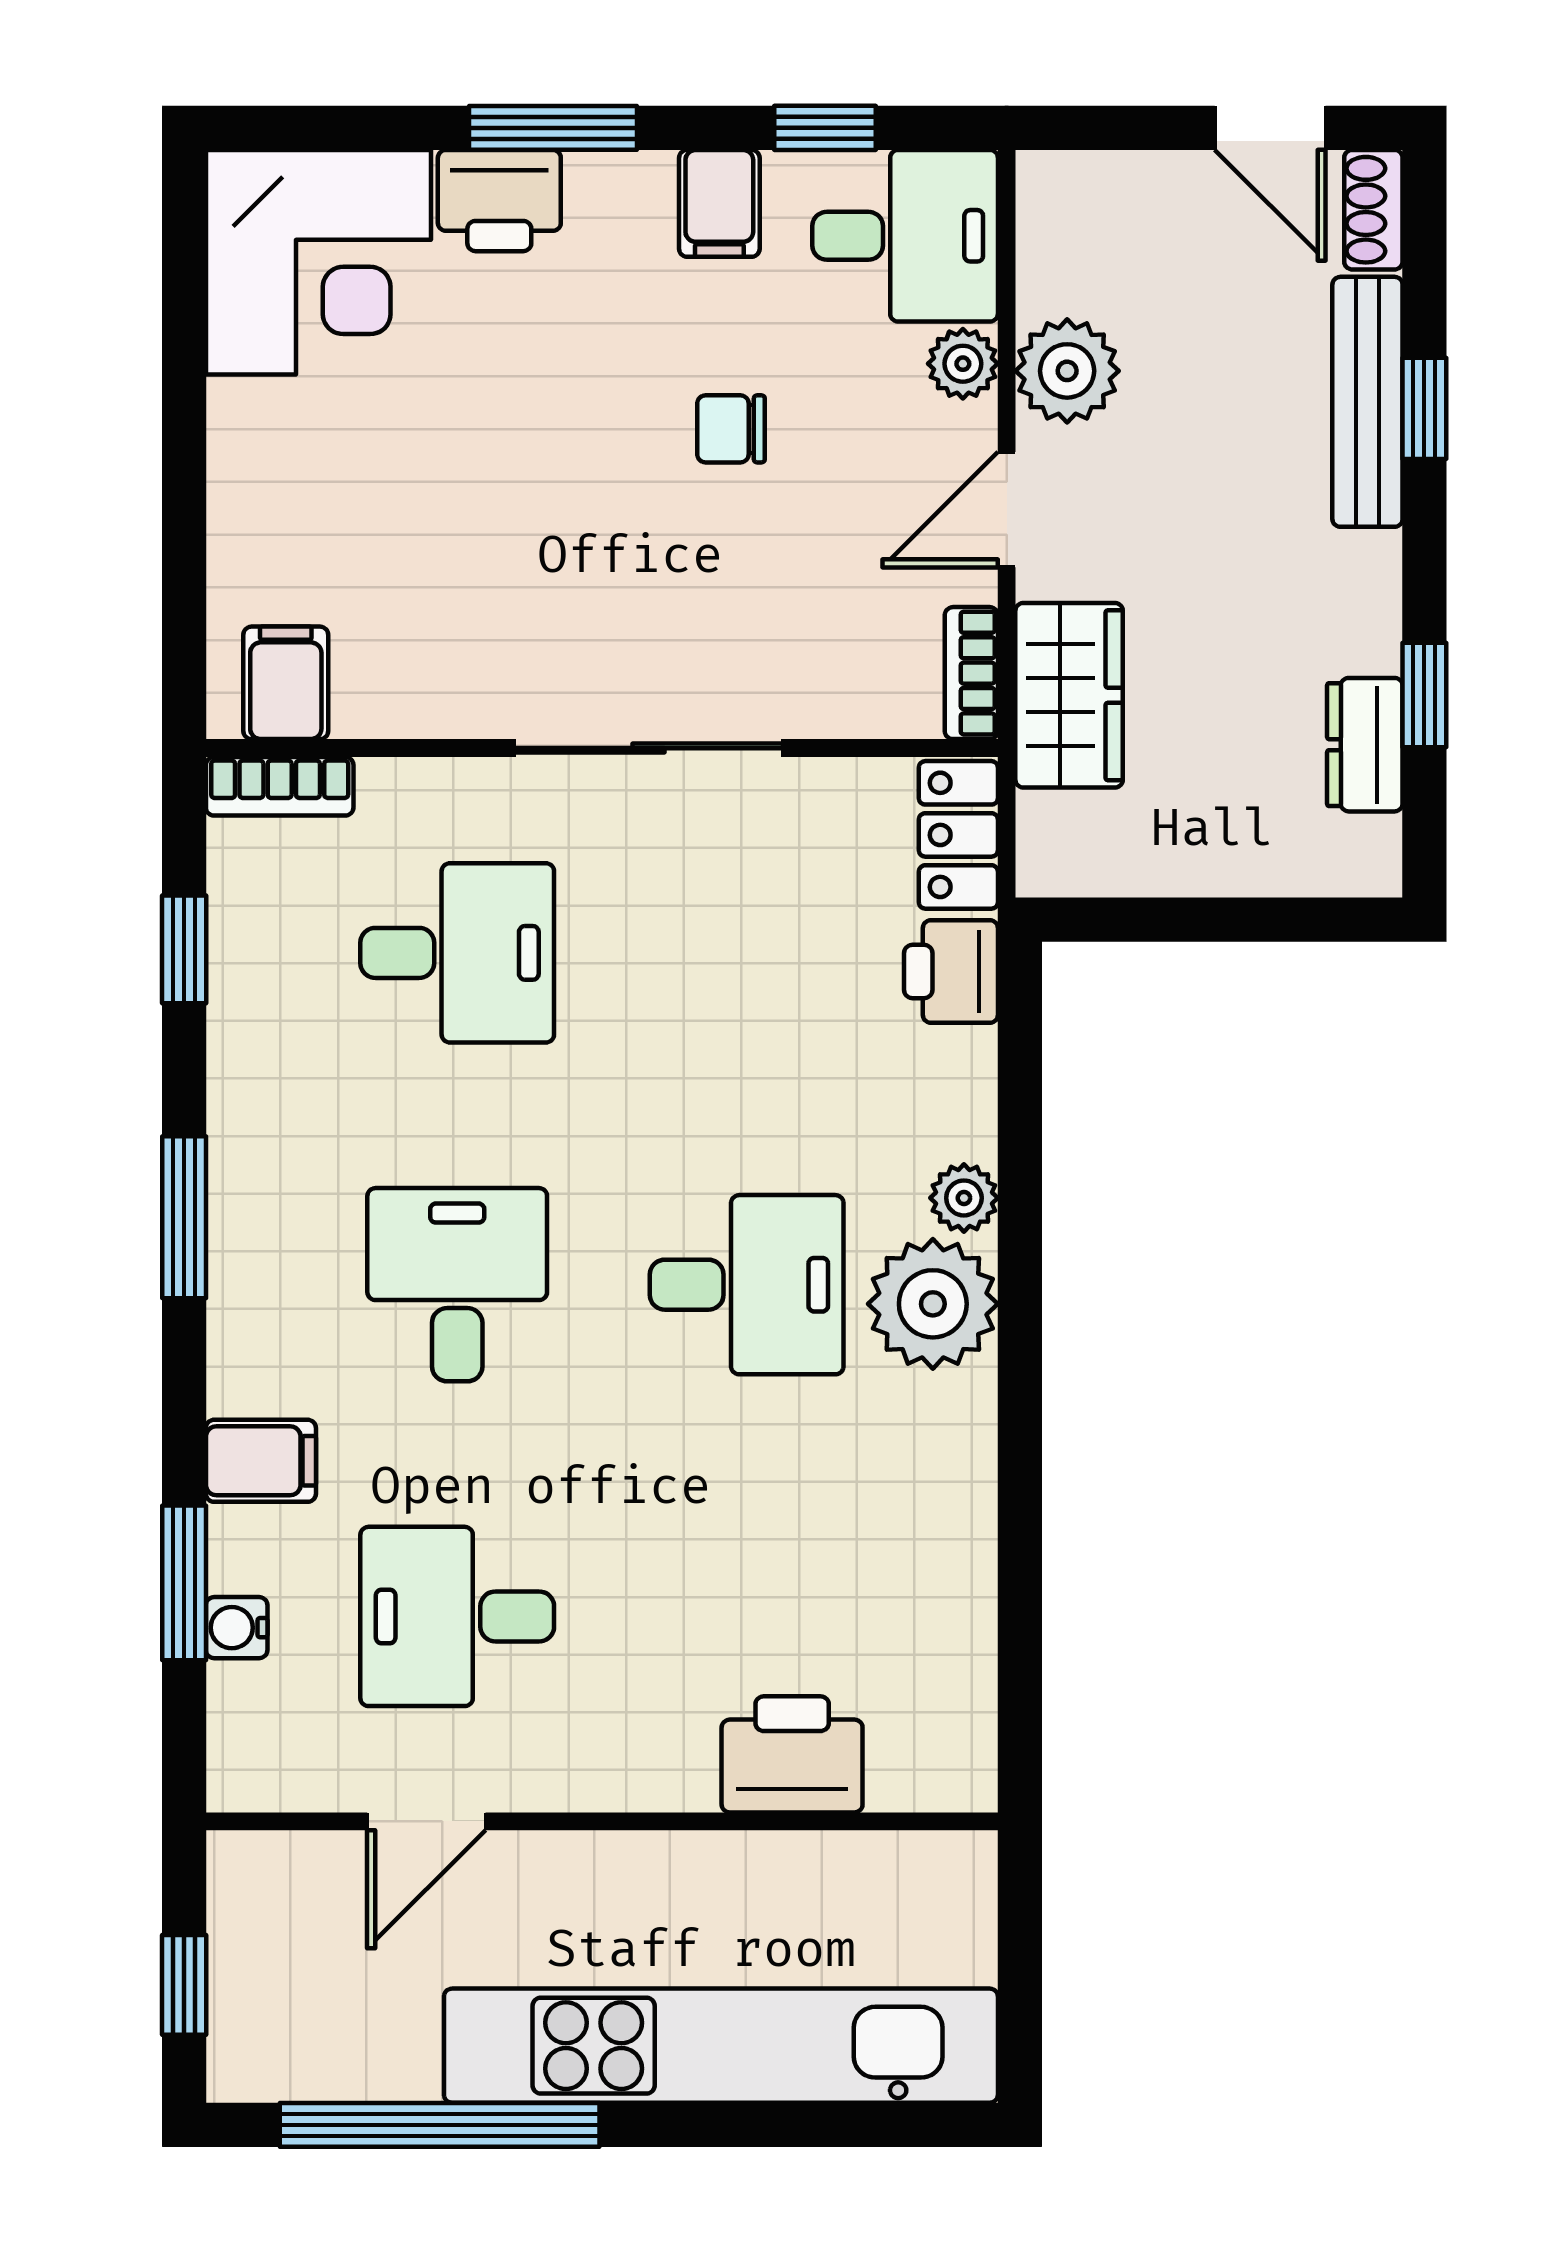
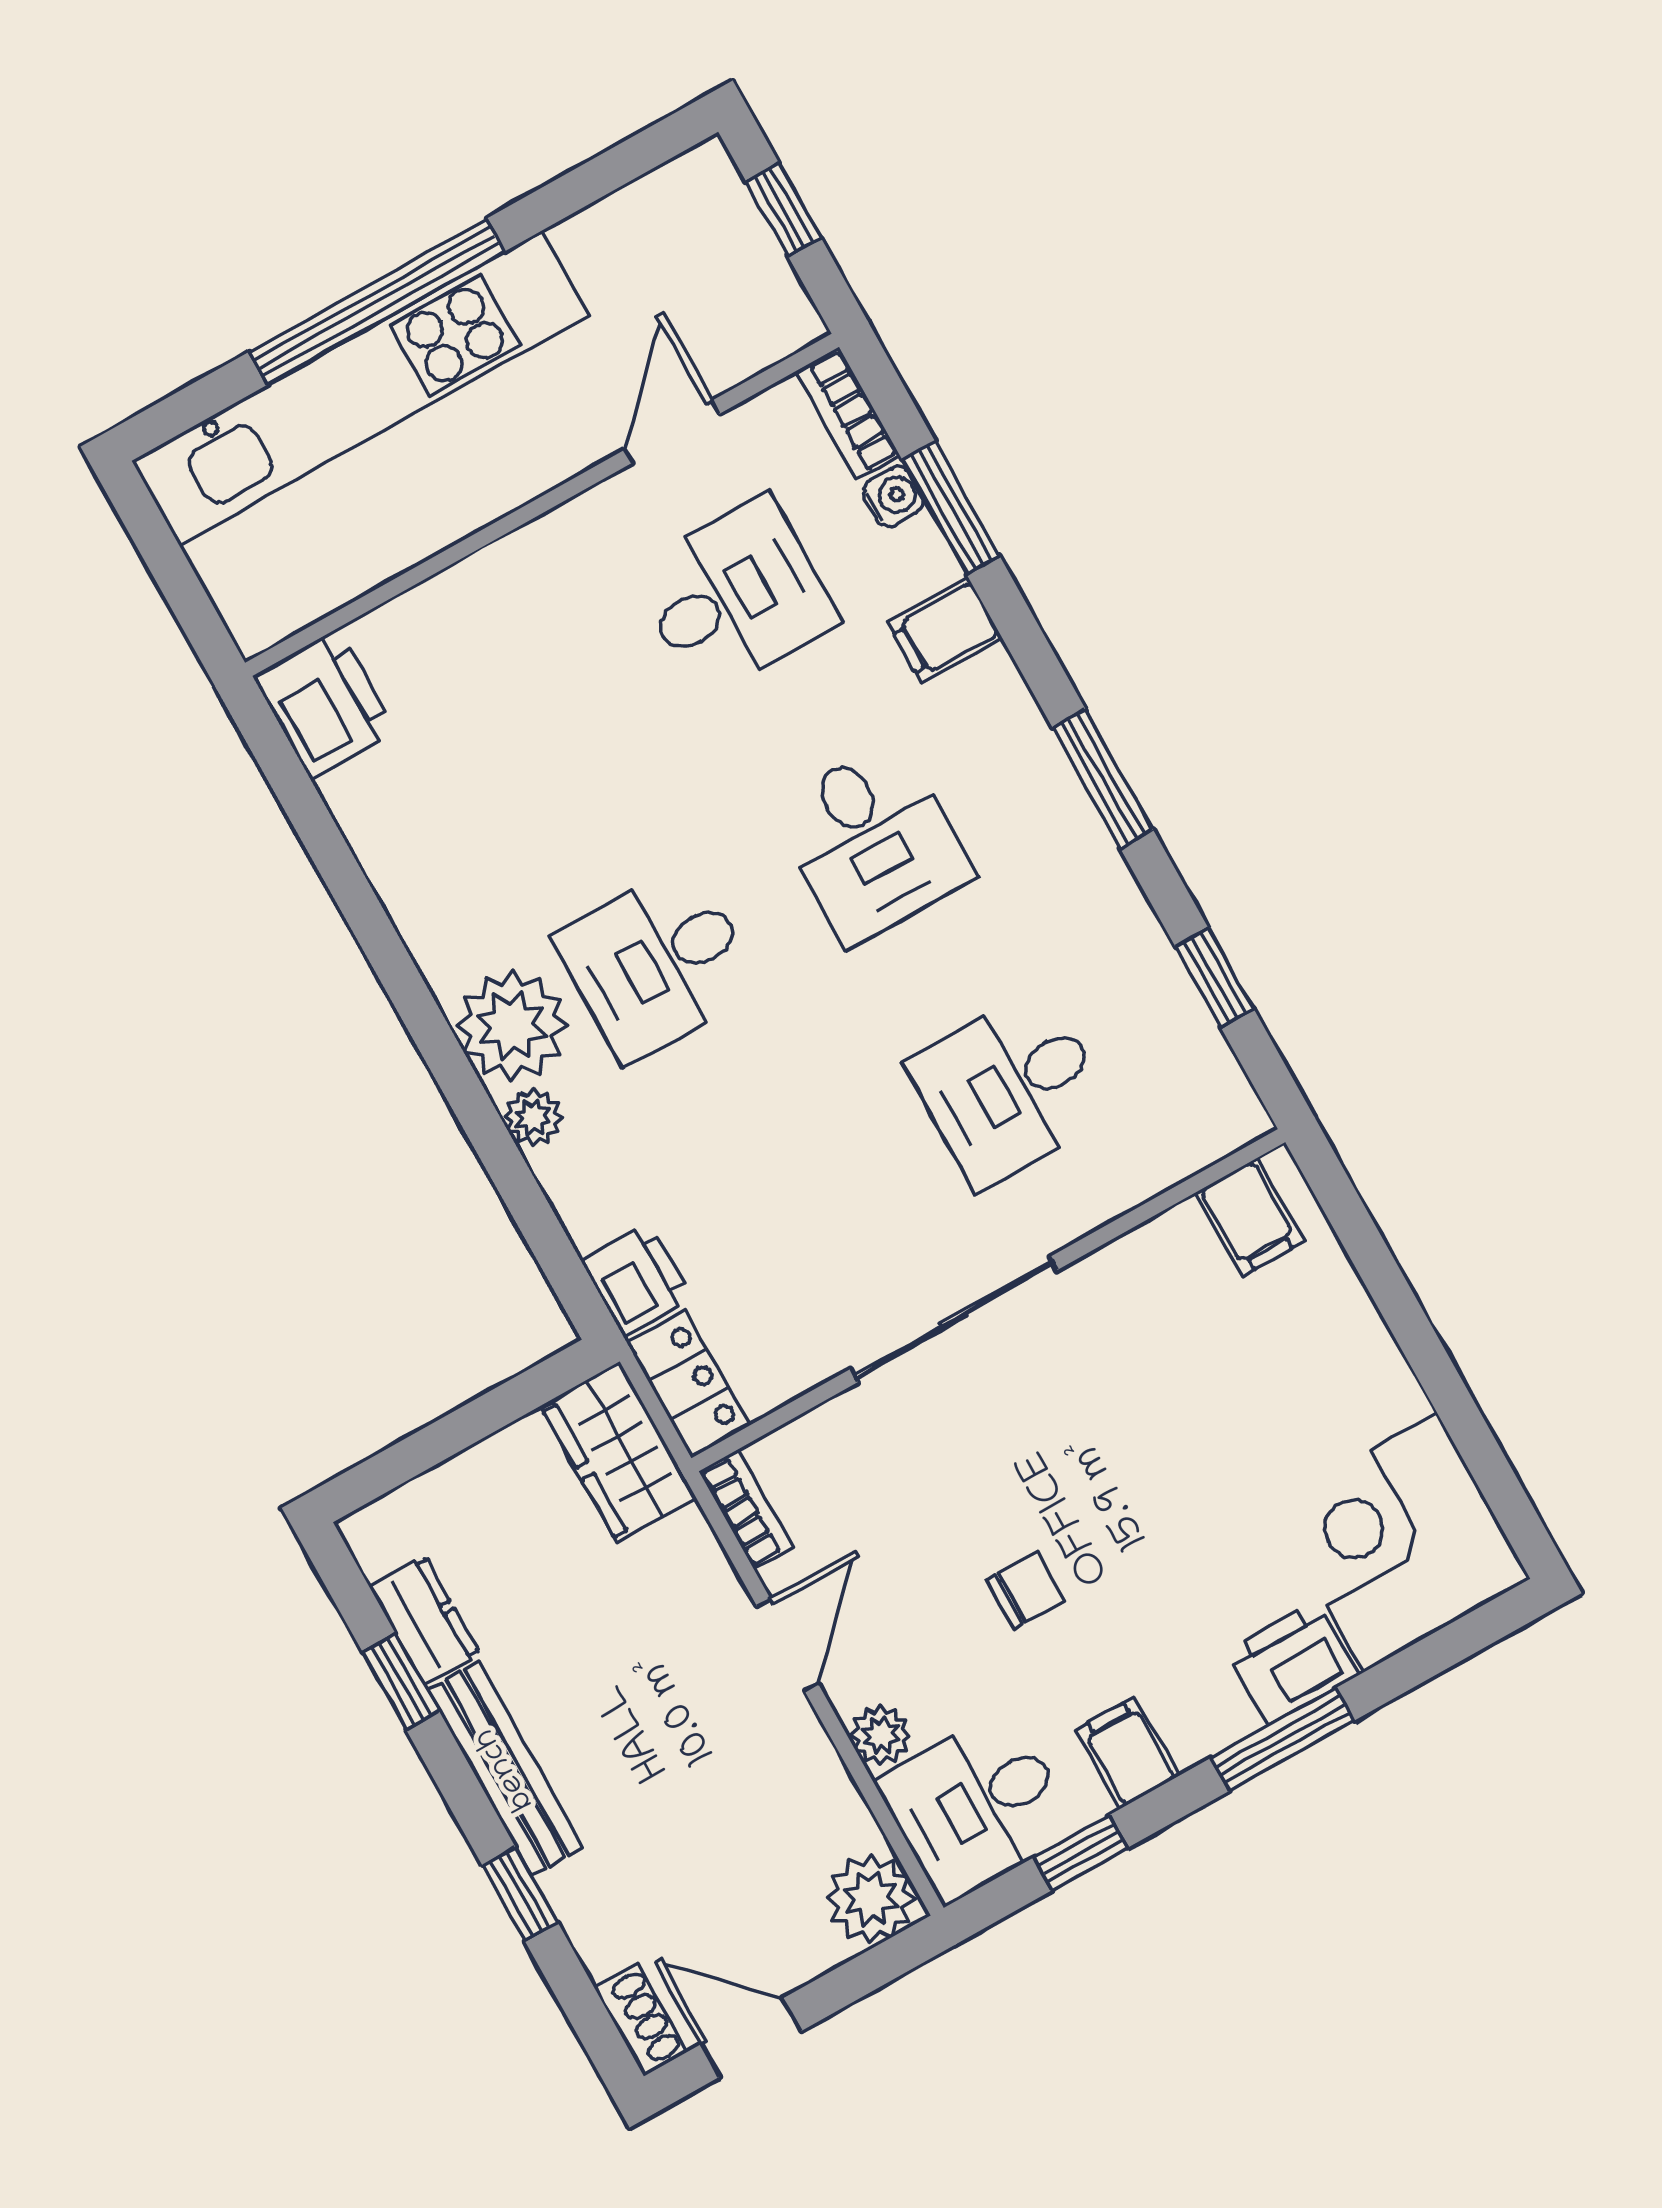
plant: (1067, 371) -> (871, 1899), moved
bench: (1367, 402) -> (505, 1769), moved
wardrobe: (1069, 695) -> (618, 1452), moved
bookcase: (280, 786) -> (848, 413), moved, turned -90
printer: (792, 1754) -> (325, 704), moved, turned -90
window: (440, 2125) -> (377, 302), moved

